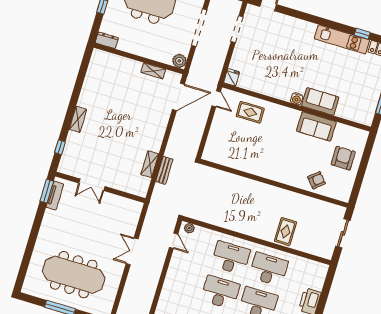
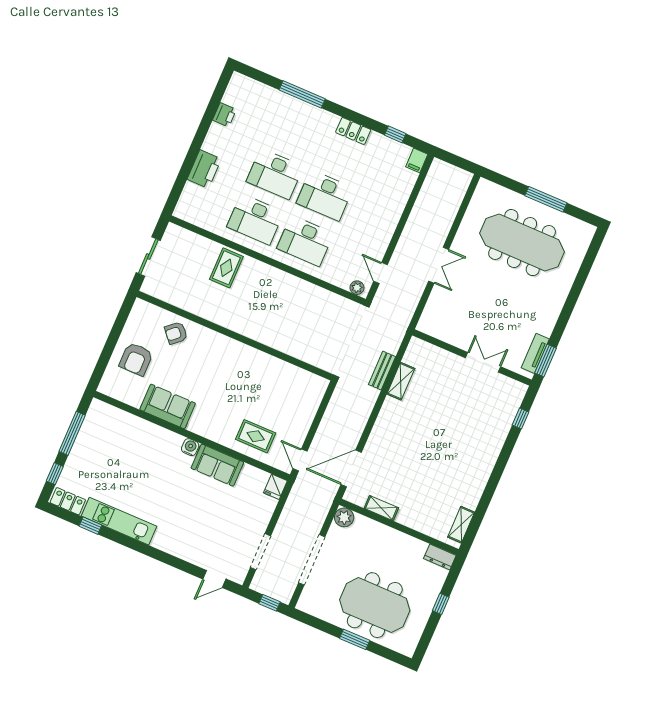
sofa: (320, 102) -> (217, 465), moved
shelving: (78, 119) -> (461, 525), moved

